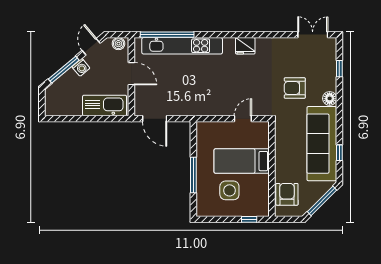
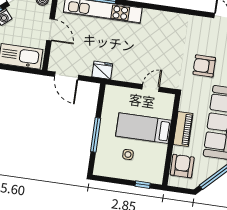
fridge: (245, 46) -> (102, 70), moved, turned 180
piano: (282, 156) -> (183, 129), added
side table: (229, 190) -> (128, 154), width x0.54, depth x0.54

